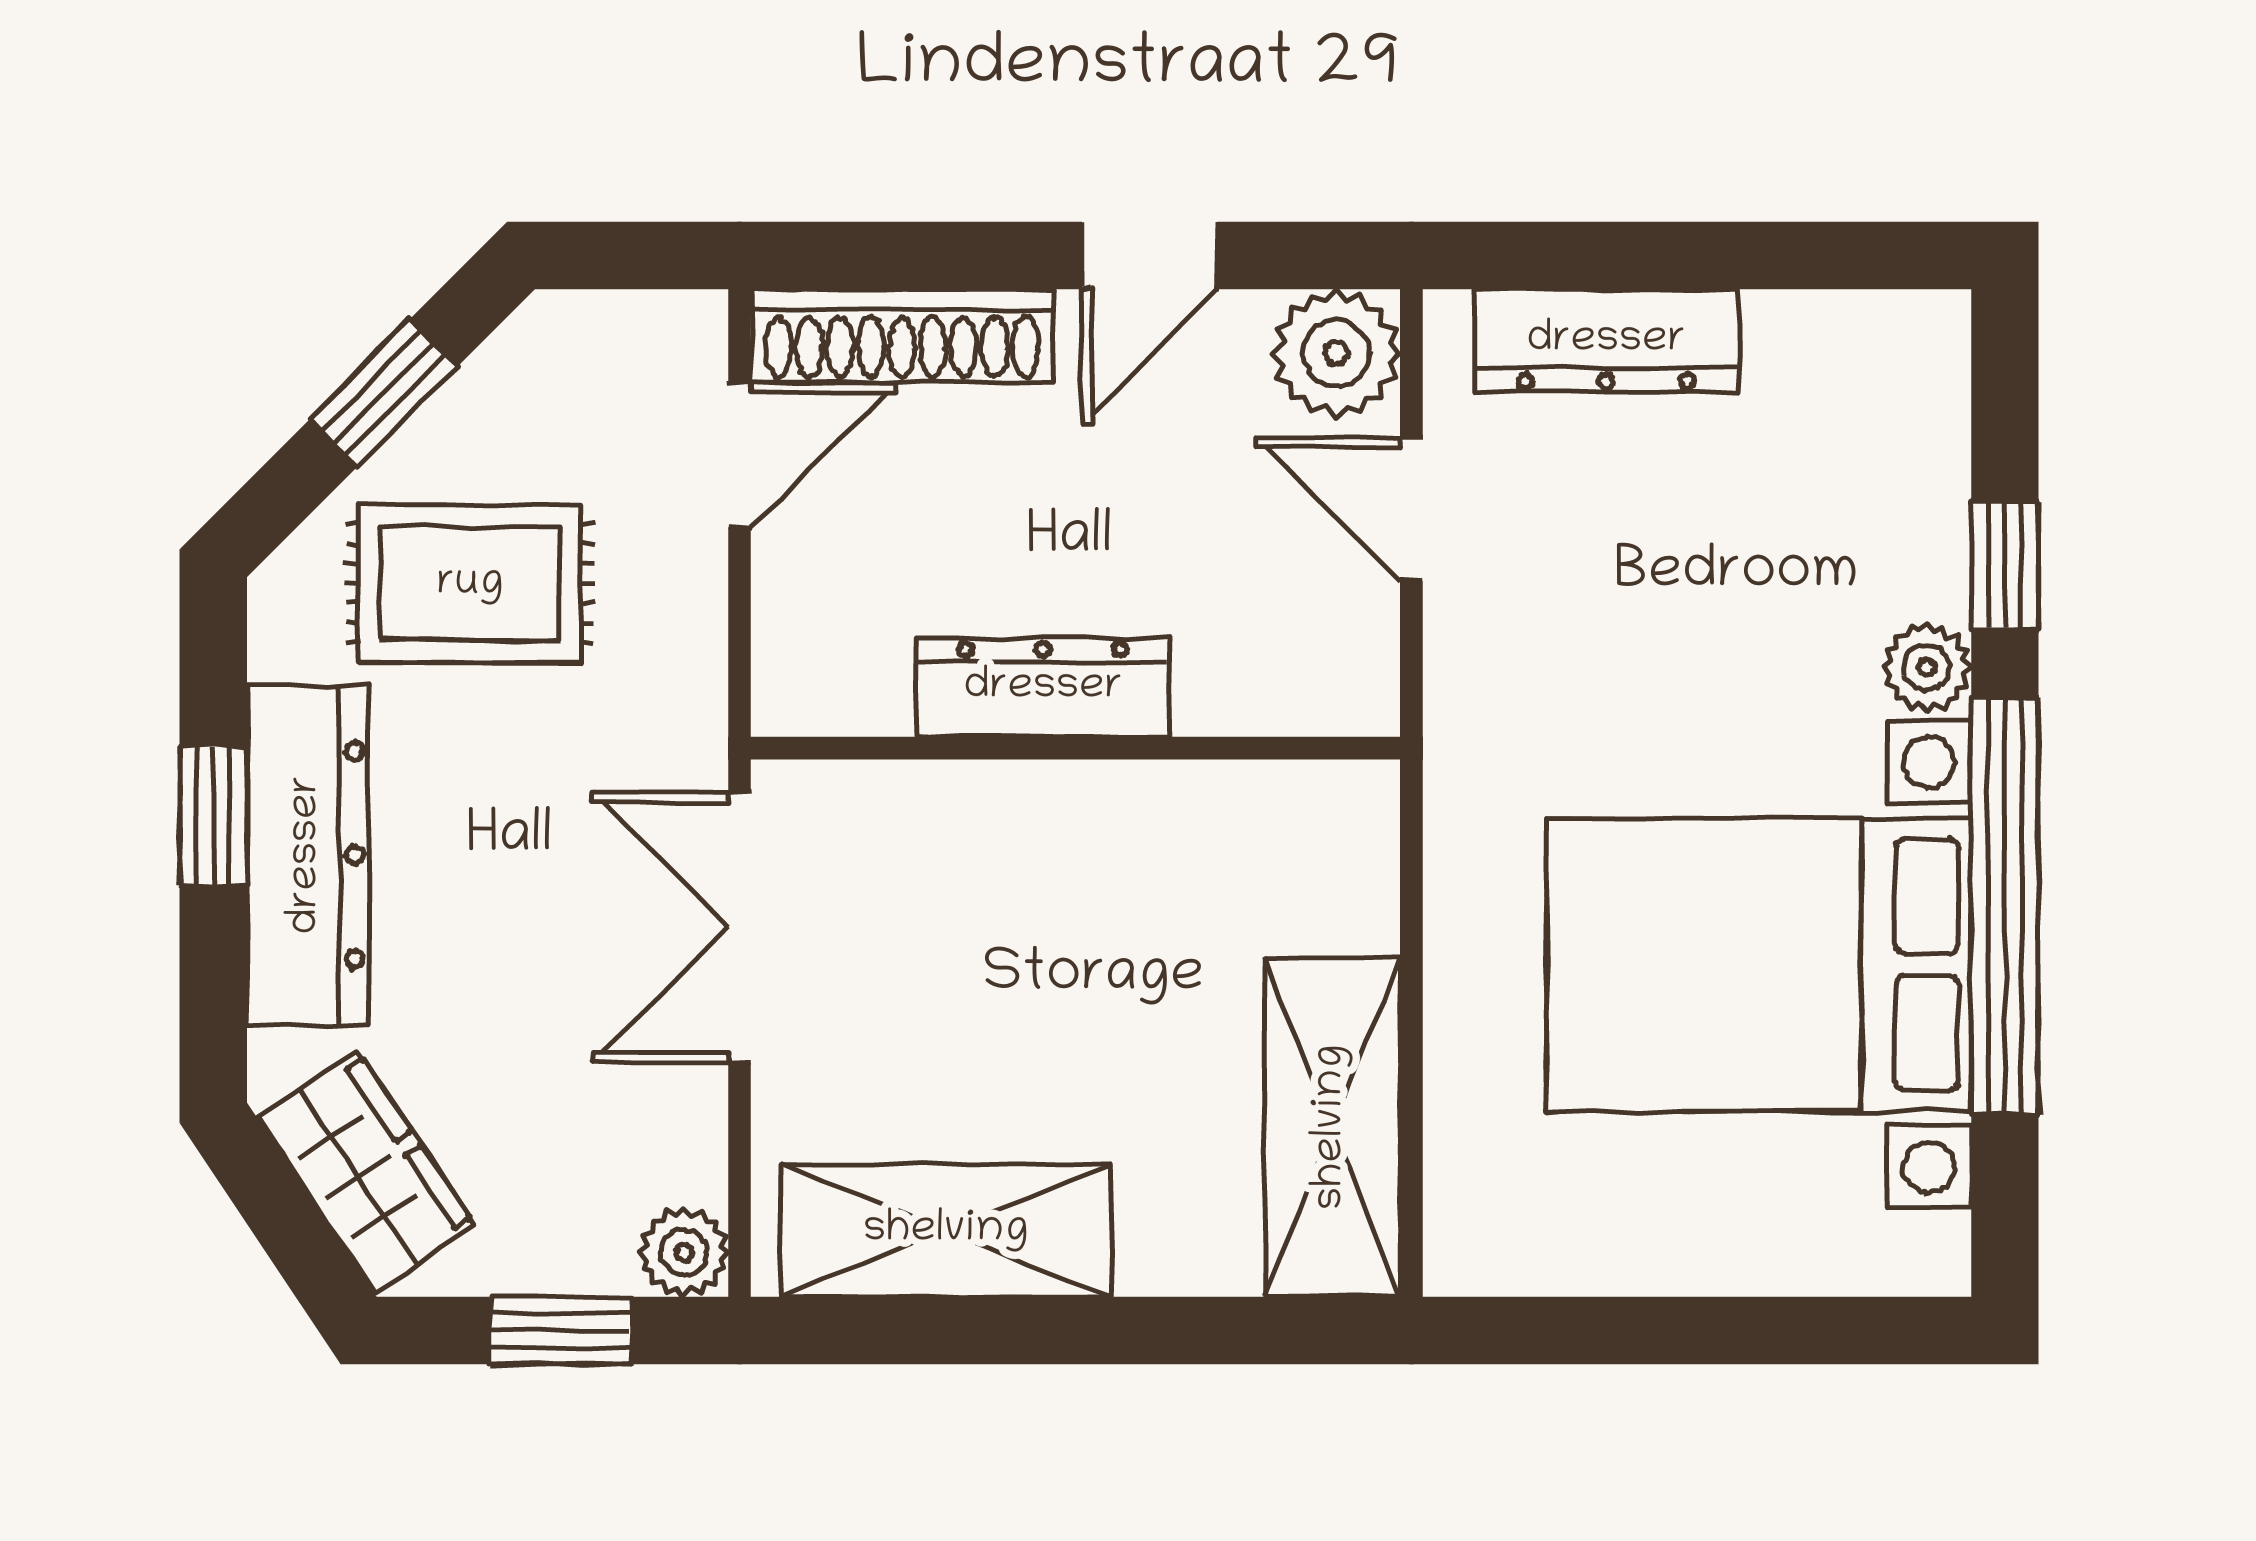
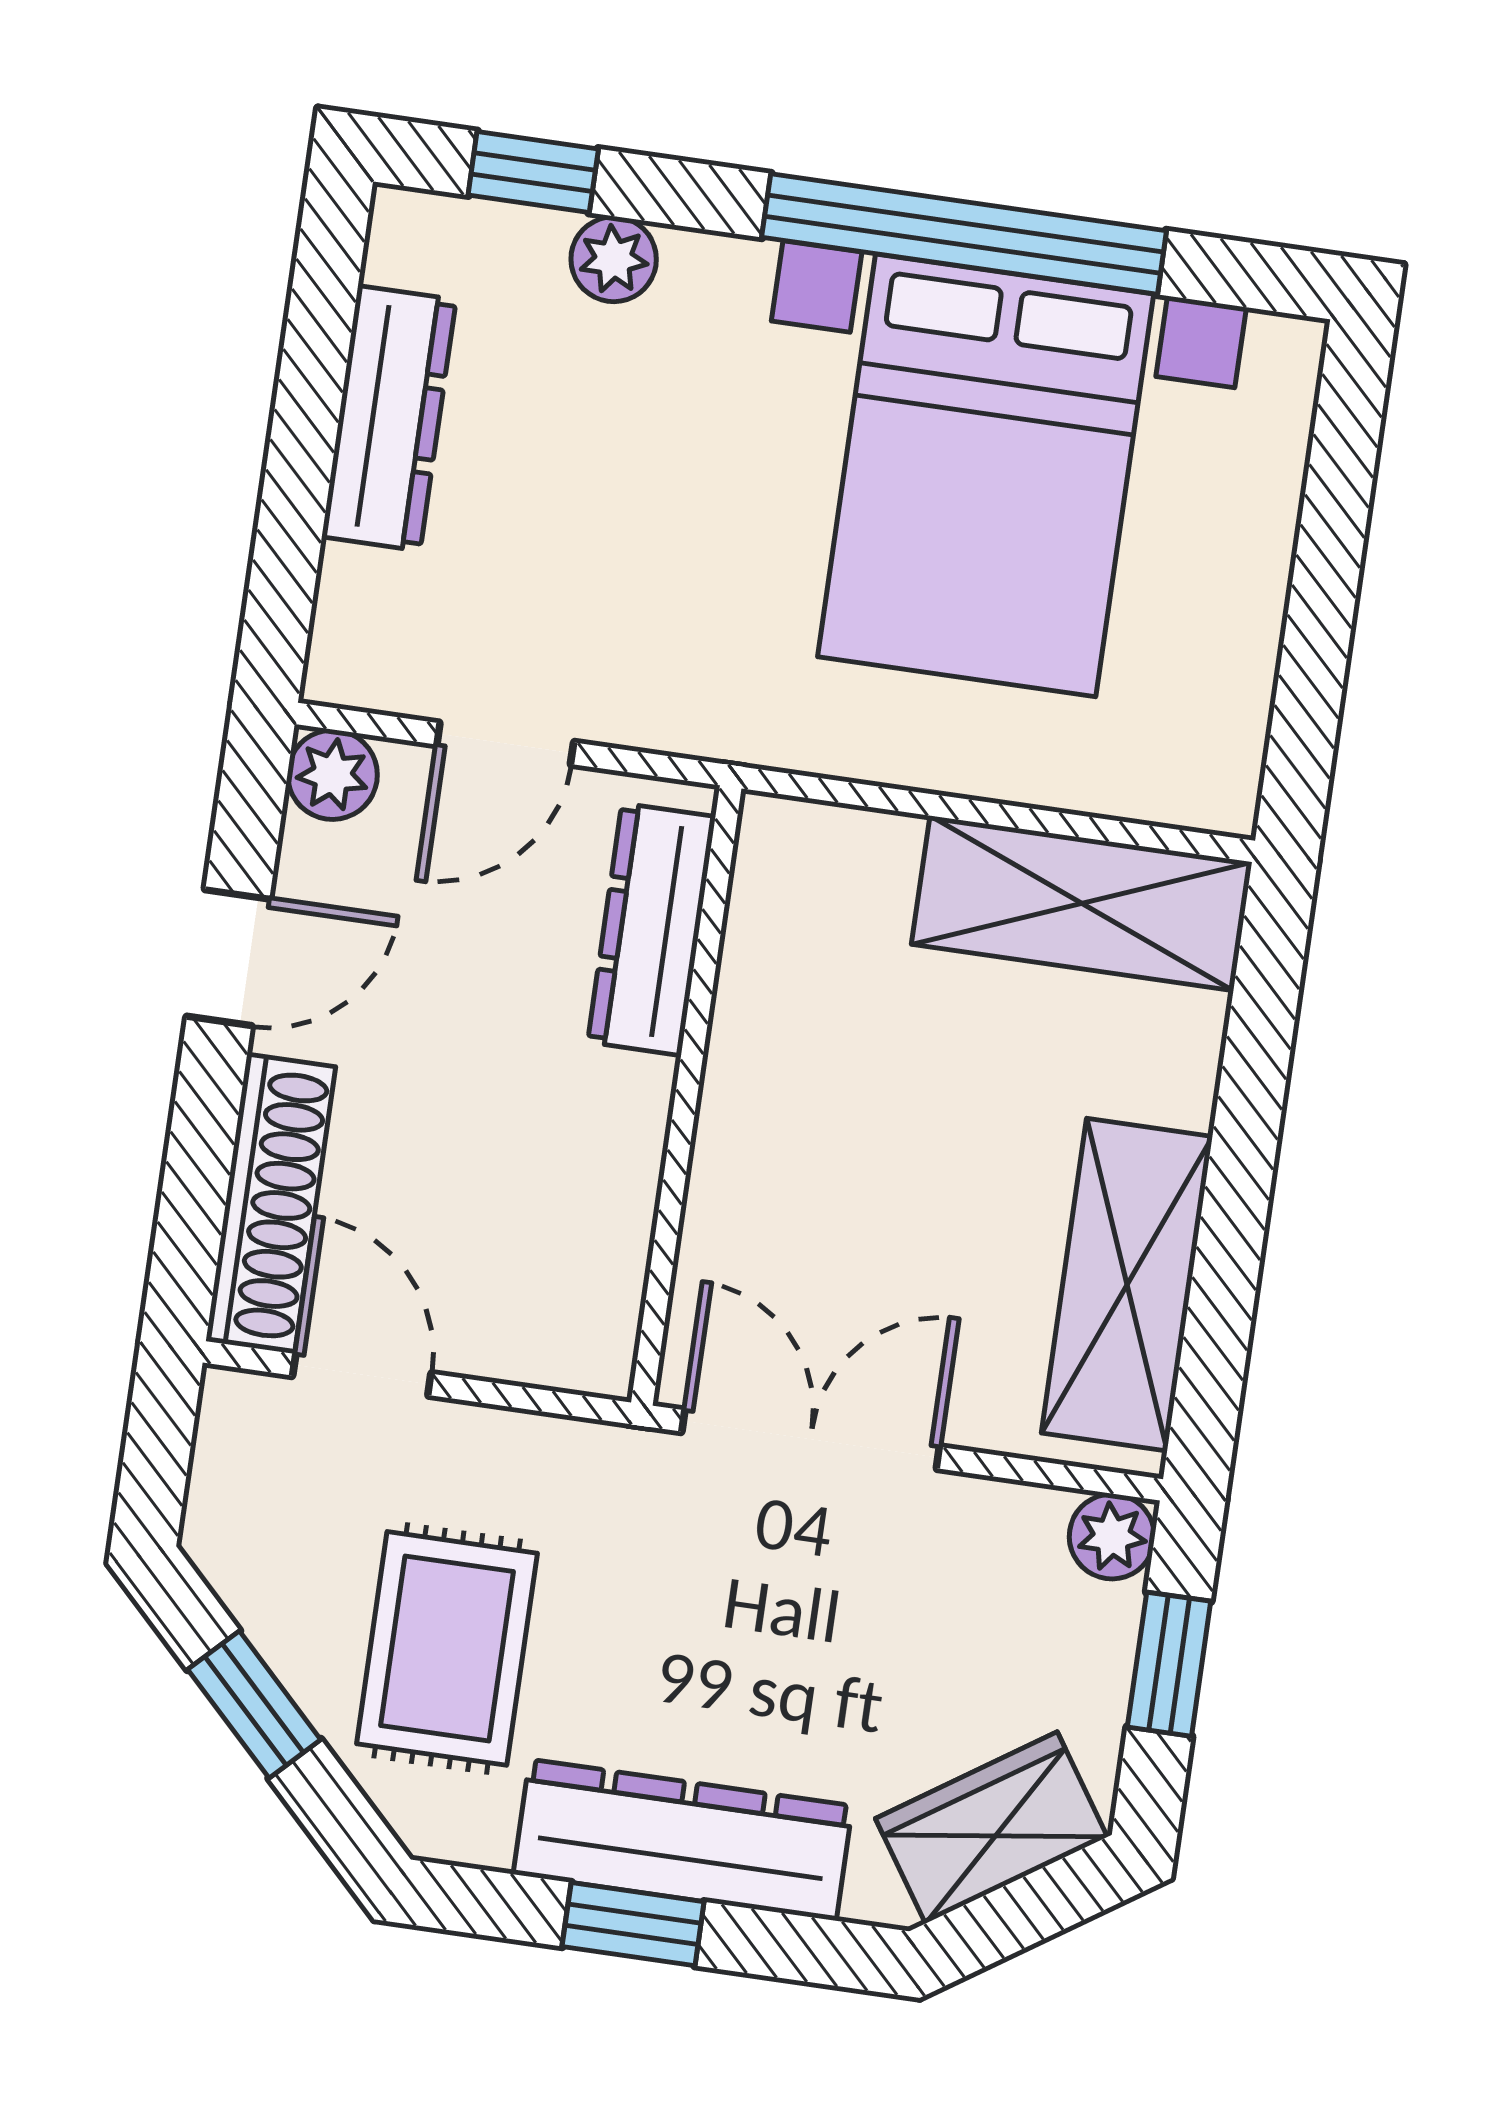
door: (1150, 255) -> (228, 958), hinge flipped
dresser: (1606, 341) -> (389, 418), moved
plant: (1336, 353) -> (332, 775), width x0.73, depth x0.73
window: (2005, 565) -> (533, 172), moved
plant: (1927, 668) -> (614, 259), moved
dresser: (1043, 688) -> (652, 929), moved
double door: (740, 927) -> (811, 1439), swing flipped

